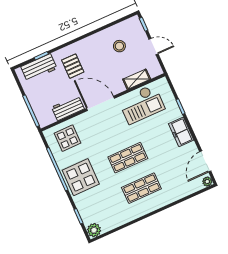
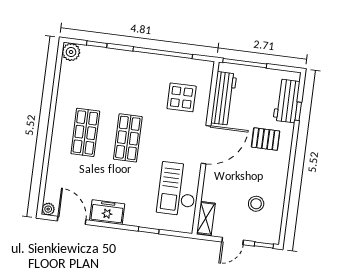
shelving: (137, 79) -> (206, 218), moved
workbench: (68, 108) -> (224, 98), width x1.38
freezer: (181, 132) -> (107, 212), moved
display table: (67, 138) -> (182, 97), moved
display table: (81, 177) -> (138, 73), removed

